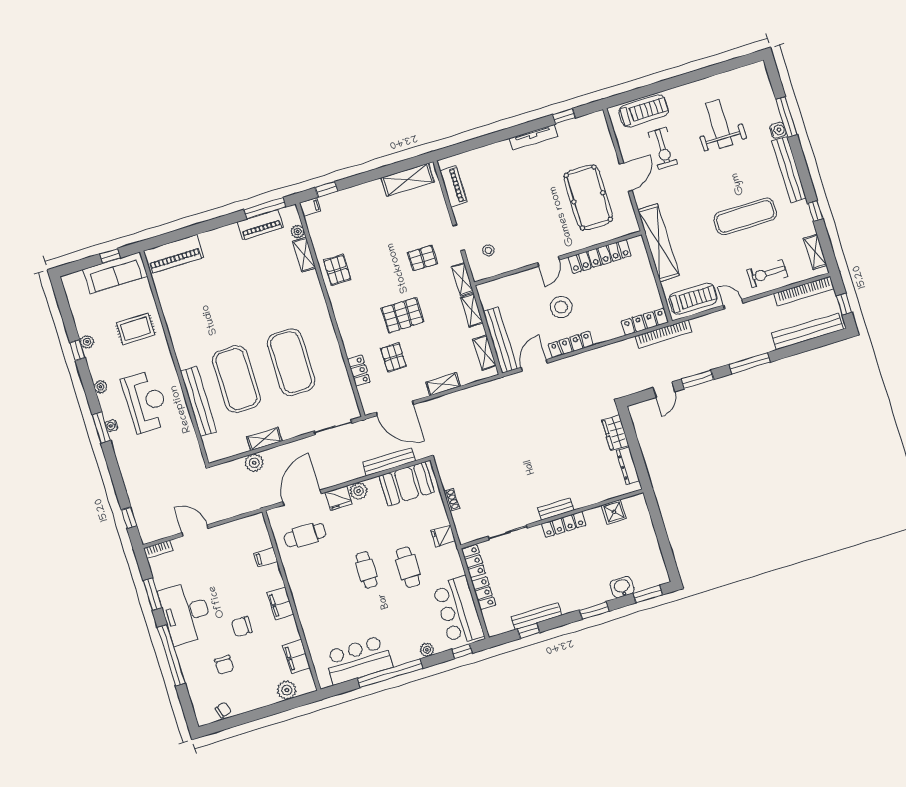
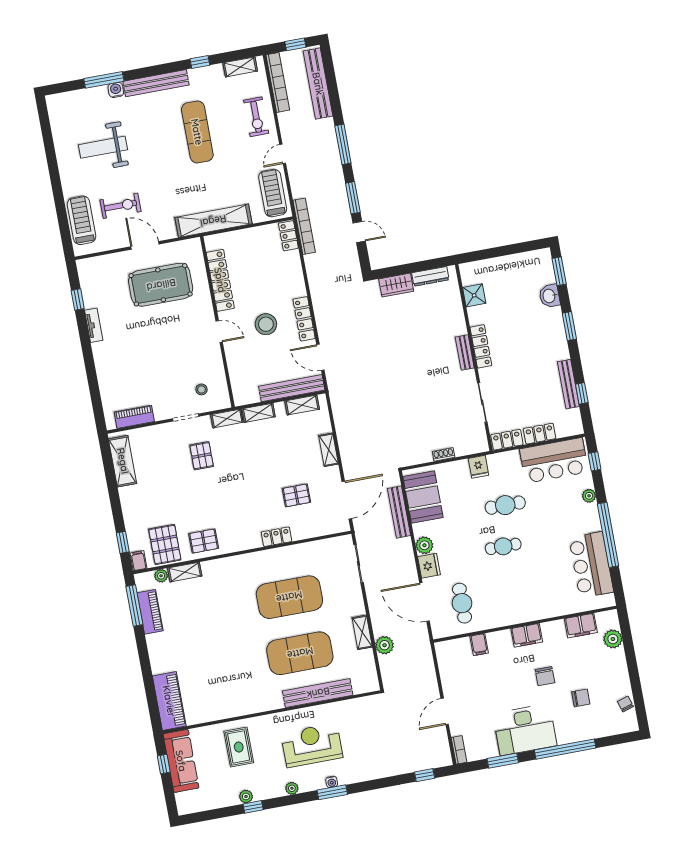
tv unit: (534, 137) -> (94, 325), width x0.71
pallet: (403, 315) -> (165, 544), moved
locker: (645, 322) -> (288, 236), width x0.66
locker: (359, 371) -> (277, 537), moved

